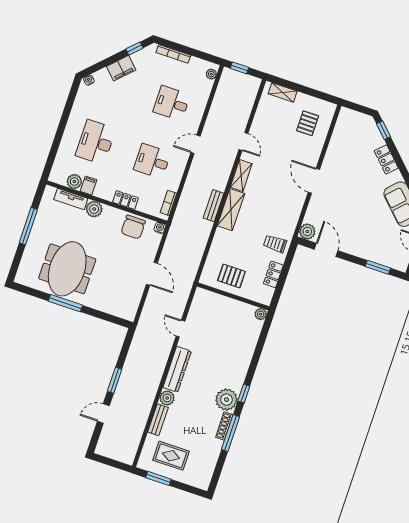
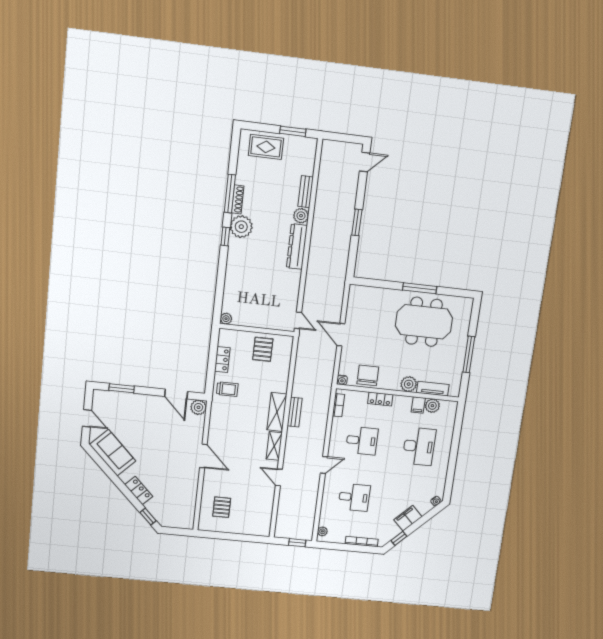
shelving: (283, 92) -> (252, 530), removed
meeting table: (67, 269) -> (424, 322), turned 90
pallet: (231, 276) -> (263, 349), turned 90
door: (180, 329) -> (298, 320), moved
door: (103, 414) -> (365, 162), moved
rug: (171, 456) -> (266, 147), moved

